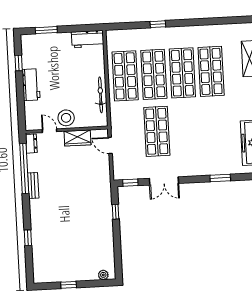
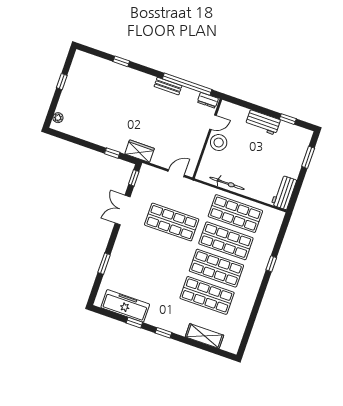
wardrobe: (77, 138) -> (140, 151), moved, turned 90

